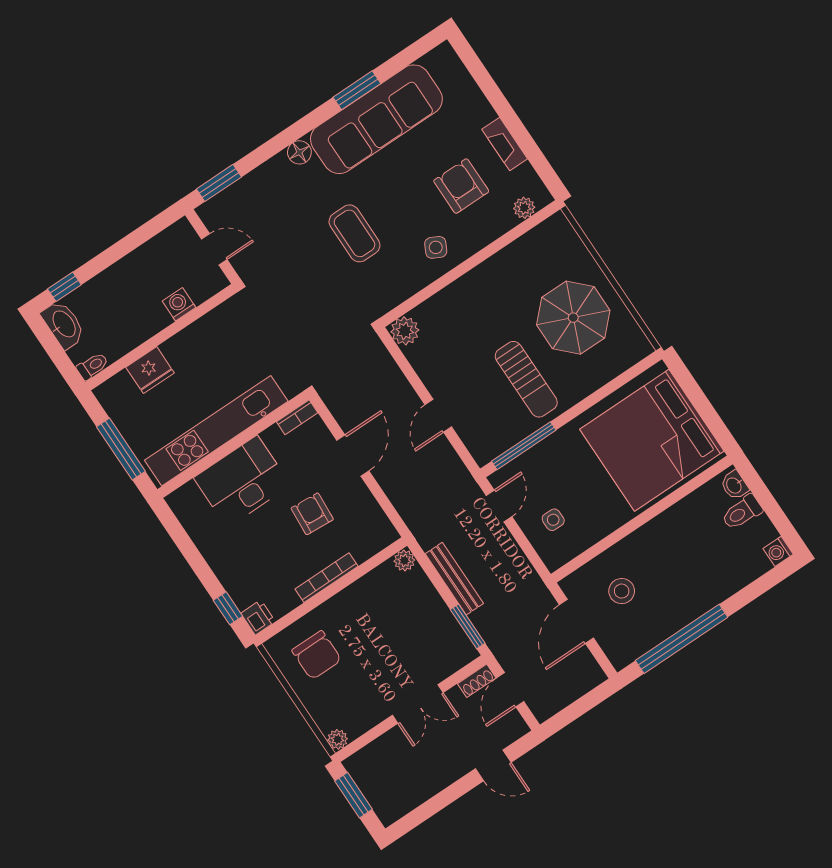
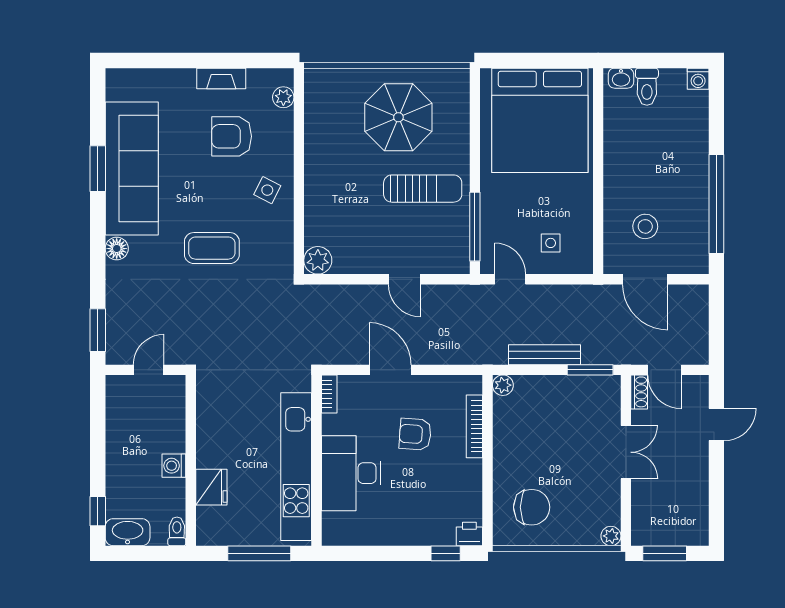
washing machine: (179, 304) -> (174, 466), moved
bookcase: (326, 578) -> (474, 426), moved

